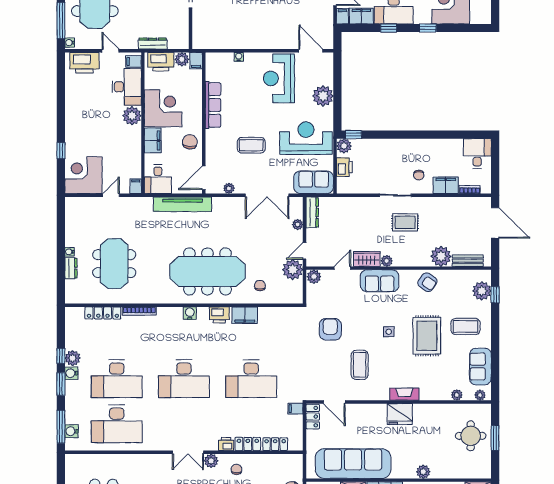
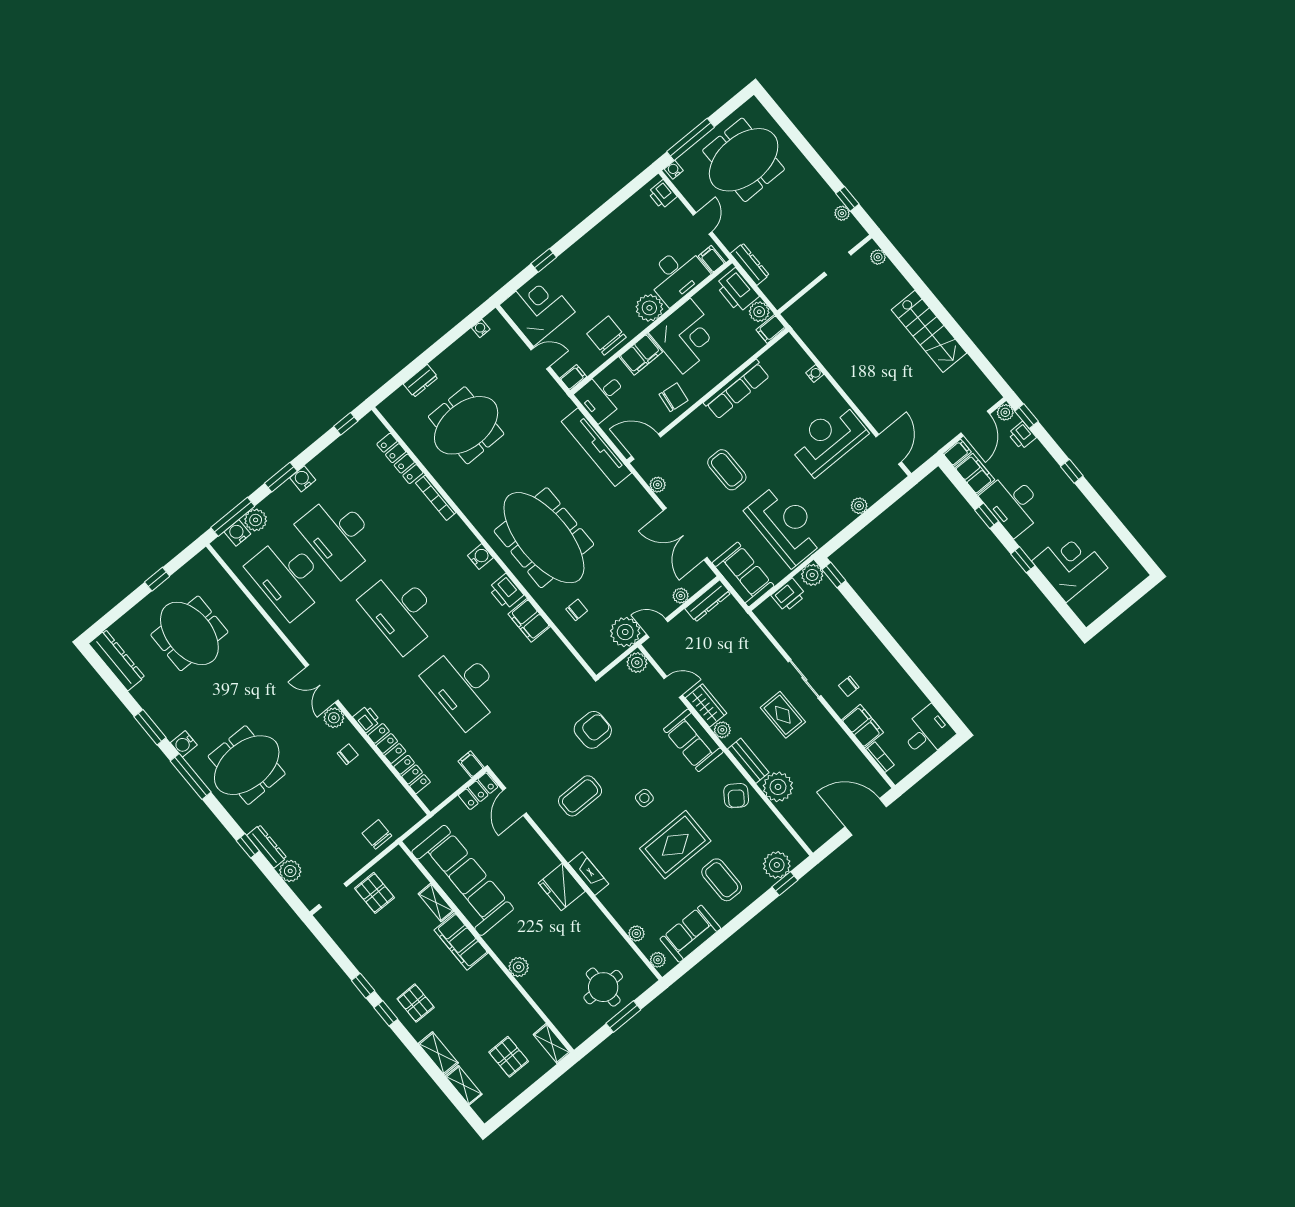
printer: (84, 63) -> (662, 194), width x0.53, depth x0.68
plant: (323, 96) -> (859, 506), width x0.53, depth x0.53
chair: (128, 150) -> (606, 336), added
door: (495, 223) -> (866, 817), swing flipped
water cooler: (69, 252) -> (481, 328), moved
bench: (468, 261) -> (748, 761), moved
window: (61, 356) -> (346, 424), moved
plant: (73, 358) -> (256, 520), moved

